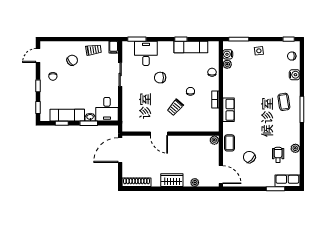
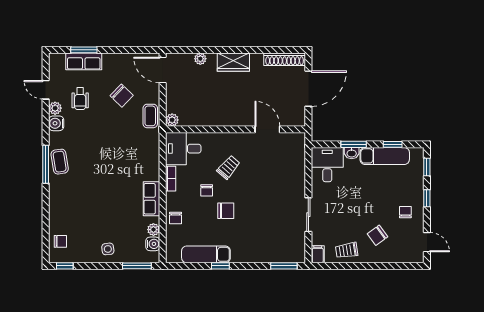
desk: (146, 53) -> (183, 149), moved, turned 90
door: (38, 56) -> (427, 242), hinge flipped
water cooler: (295, 75) -> (56, 123), moved
chair: (160, 78) -> (226, 211), moved
coffee table: (284, 102) -> (60, 162), moved
row of seats: (229, 110) -> (152, 199), moved
door: (159, 134) -> (267, 129), moved
door: (120, 150) -> (308, 89), moved
door: (302, 161) -> (46, 90), added
row of seats: (287, 181) -> (84, 61), moved

